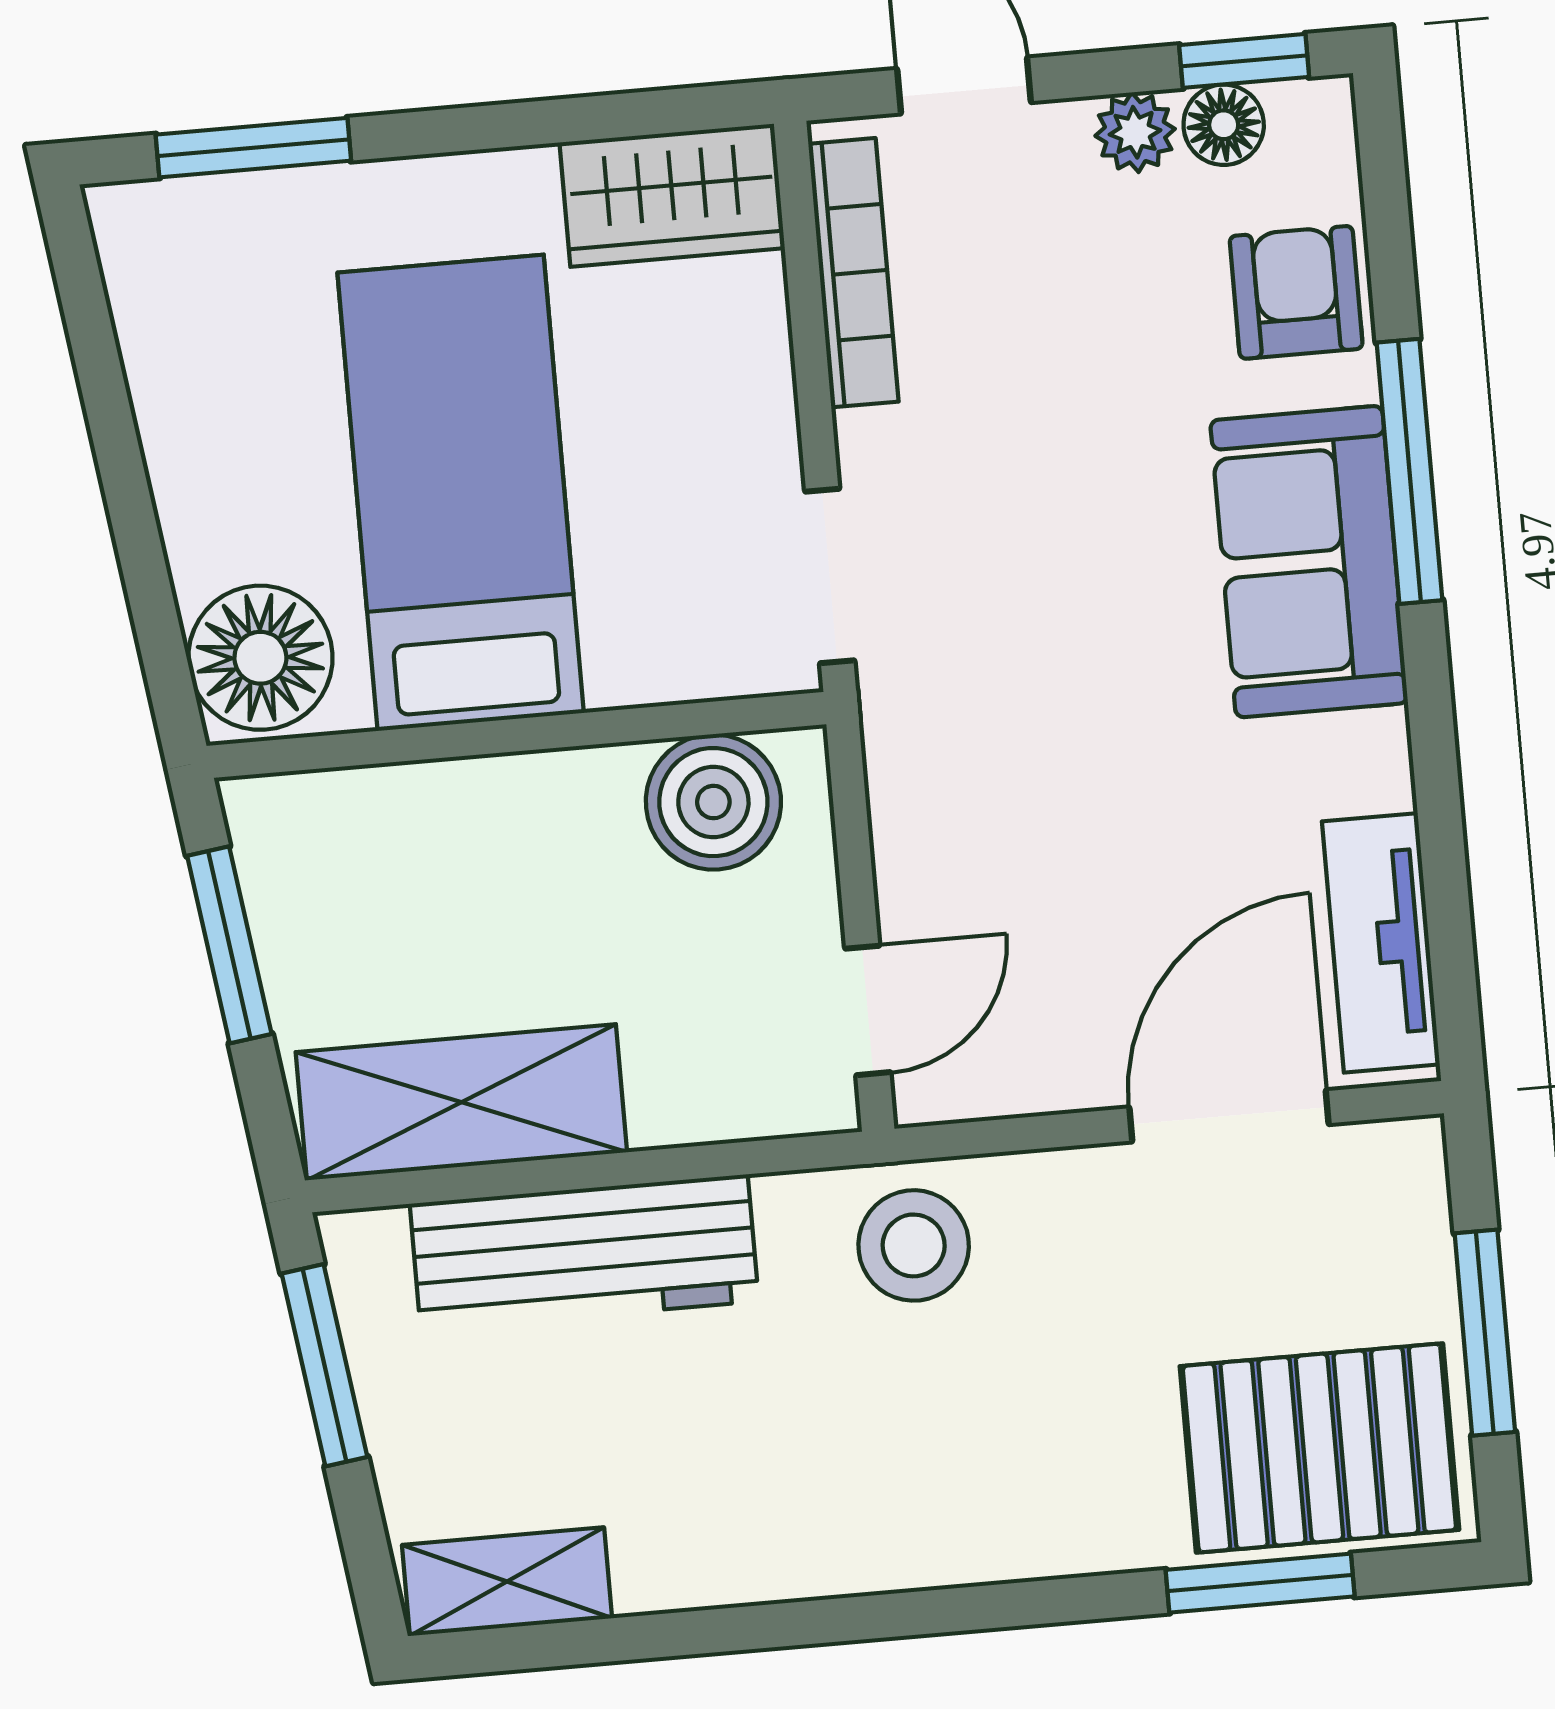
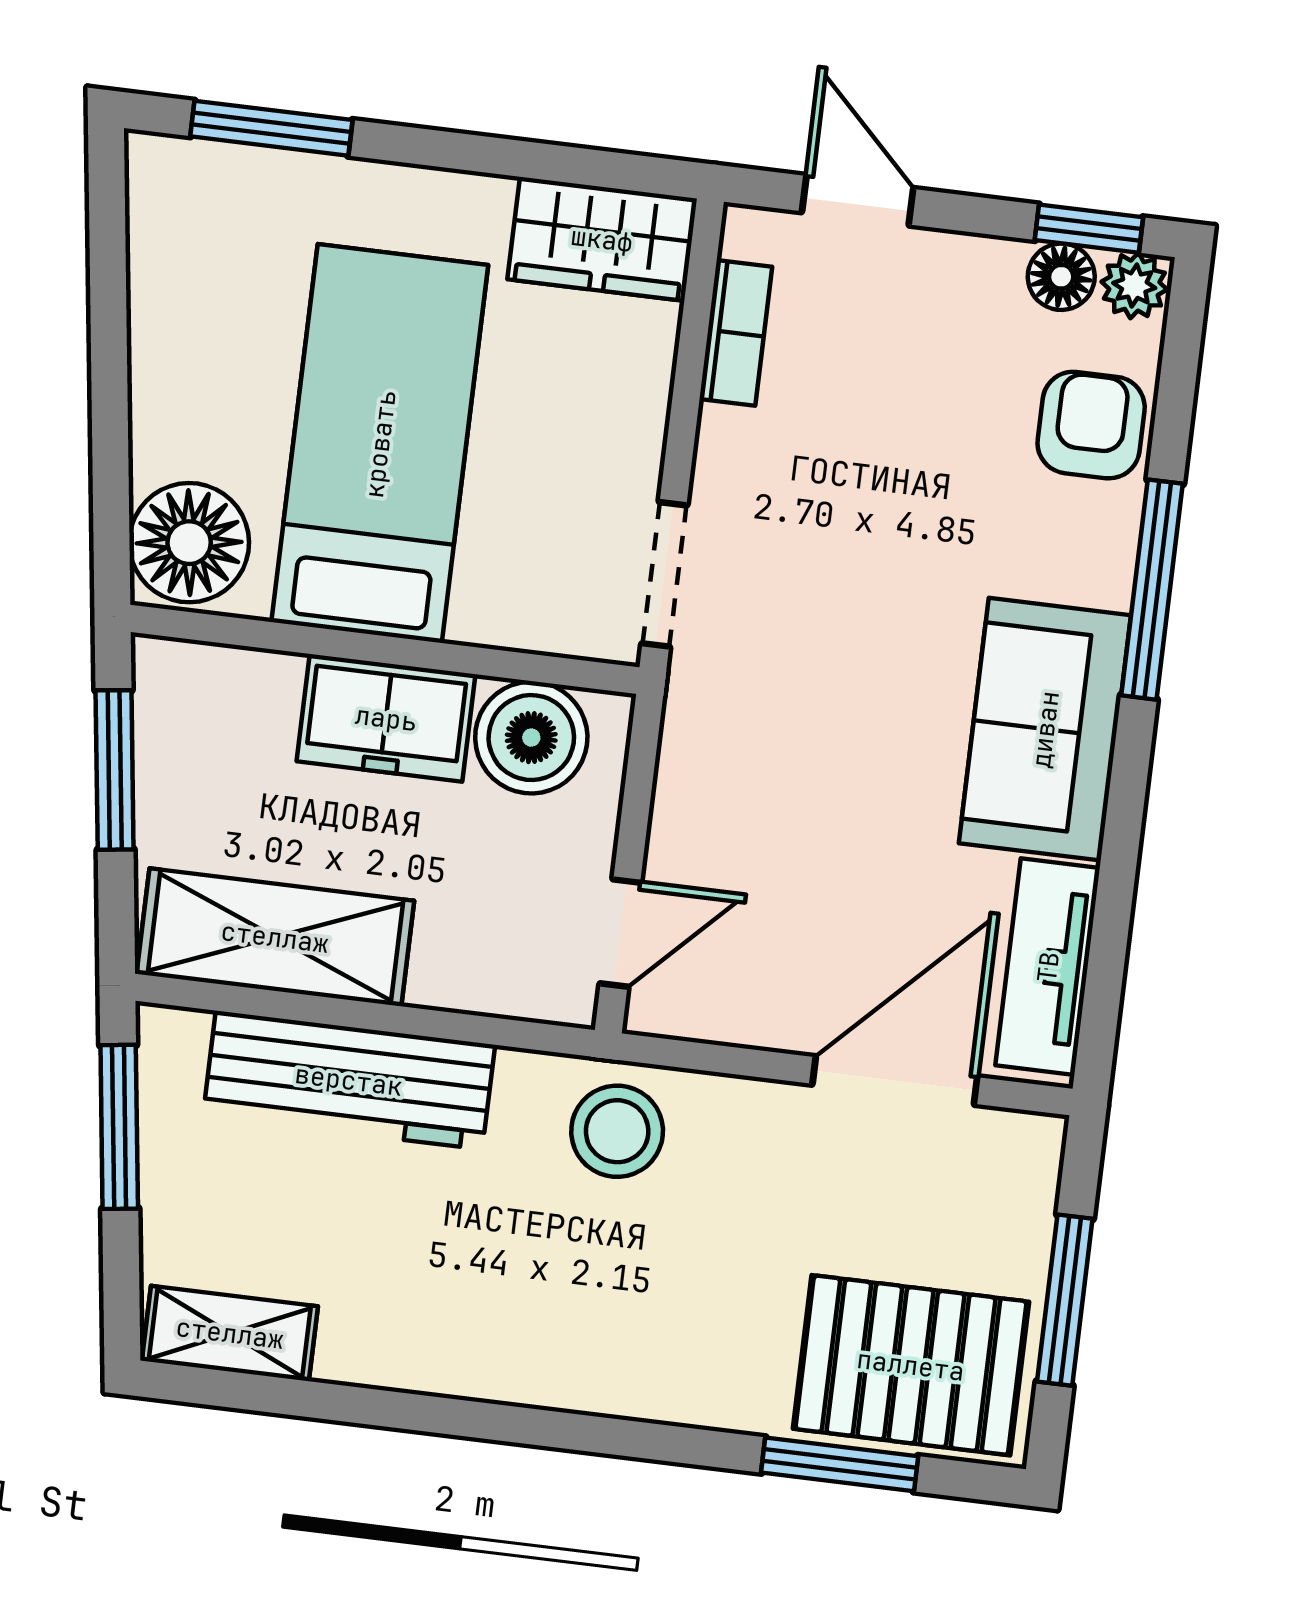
plant: (1135, 132) -> (1134, 286), moved
bookcase: (853, 273) -> (736, 333), width x0.64
sofa: (1309, 562) -> (1045, 729), moved
freezer: (537, 815) -> (386, 718), added

